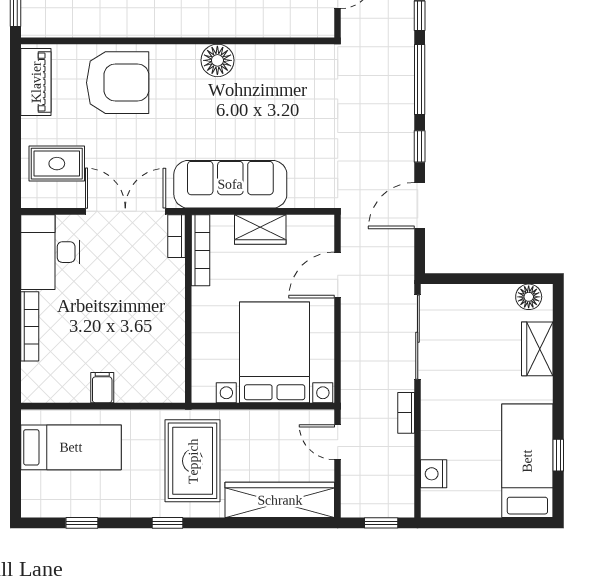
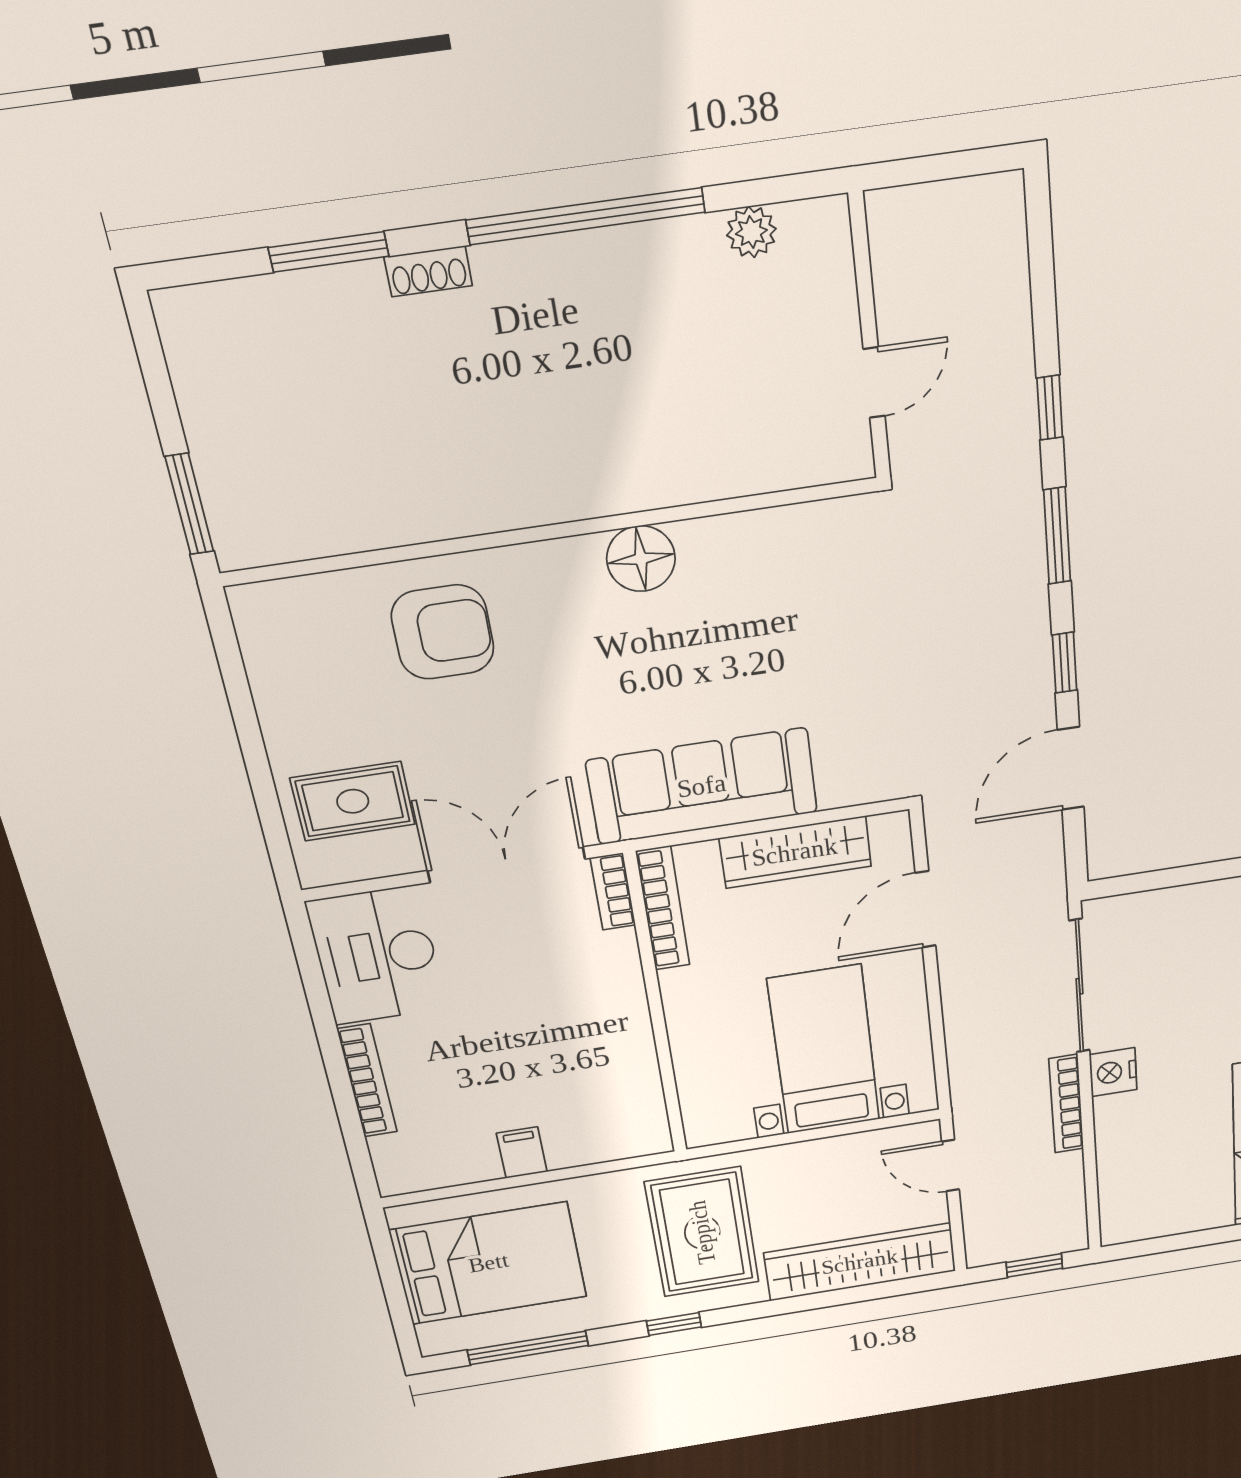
window: (420, 79) -> (1057, 536), width x0.69
piano: (36, 82) -> (273, 656), removed
armchair: (118, 83) -> (443, 632), width x0.73, depth x0.73
wardrobe: (260, 229) -> (795, 852), width x1.50
bed with nightstands: (275, 352) -> (824, 1050), width x0.73
bookcase: (406, 413) -> (1066, 1104), width x1.56
bed: (71, 447) -> (489, 1263), width x1.50
nightstand: (434, 474) -> (1113, 1072), moved
window: (82, 523) -> (528, 1348), width x2.17

